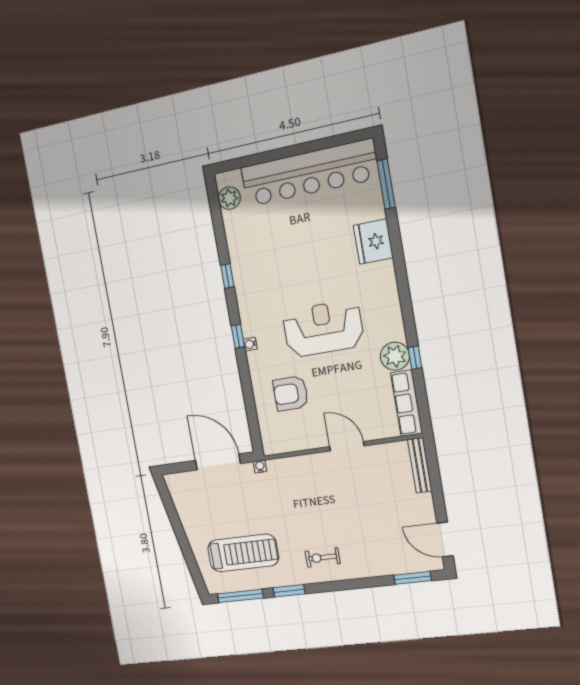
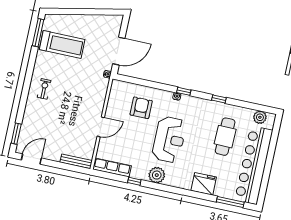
cafe table: (282, 240) -> (225, 137), added
plant: (395, 356) -> (157, 175), moved
treadmill: (243, 553) -> (62, 44), turned -90
window: (289, 591) -> (32, 62), removed

